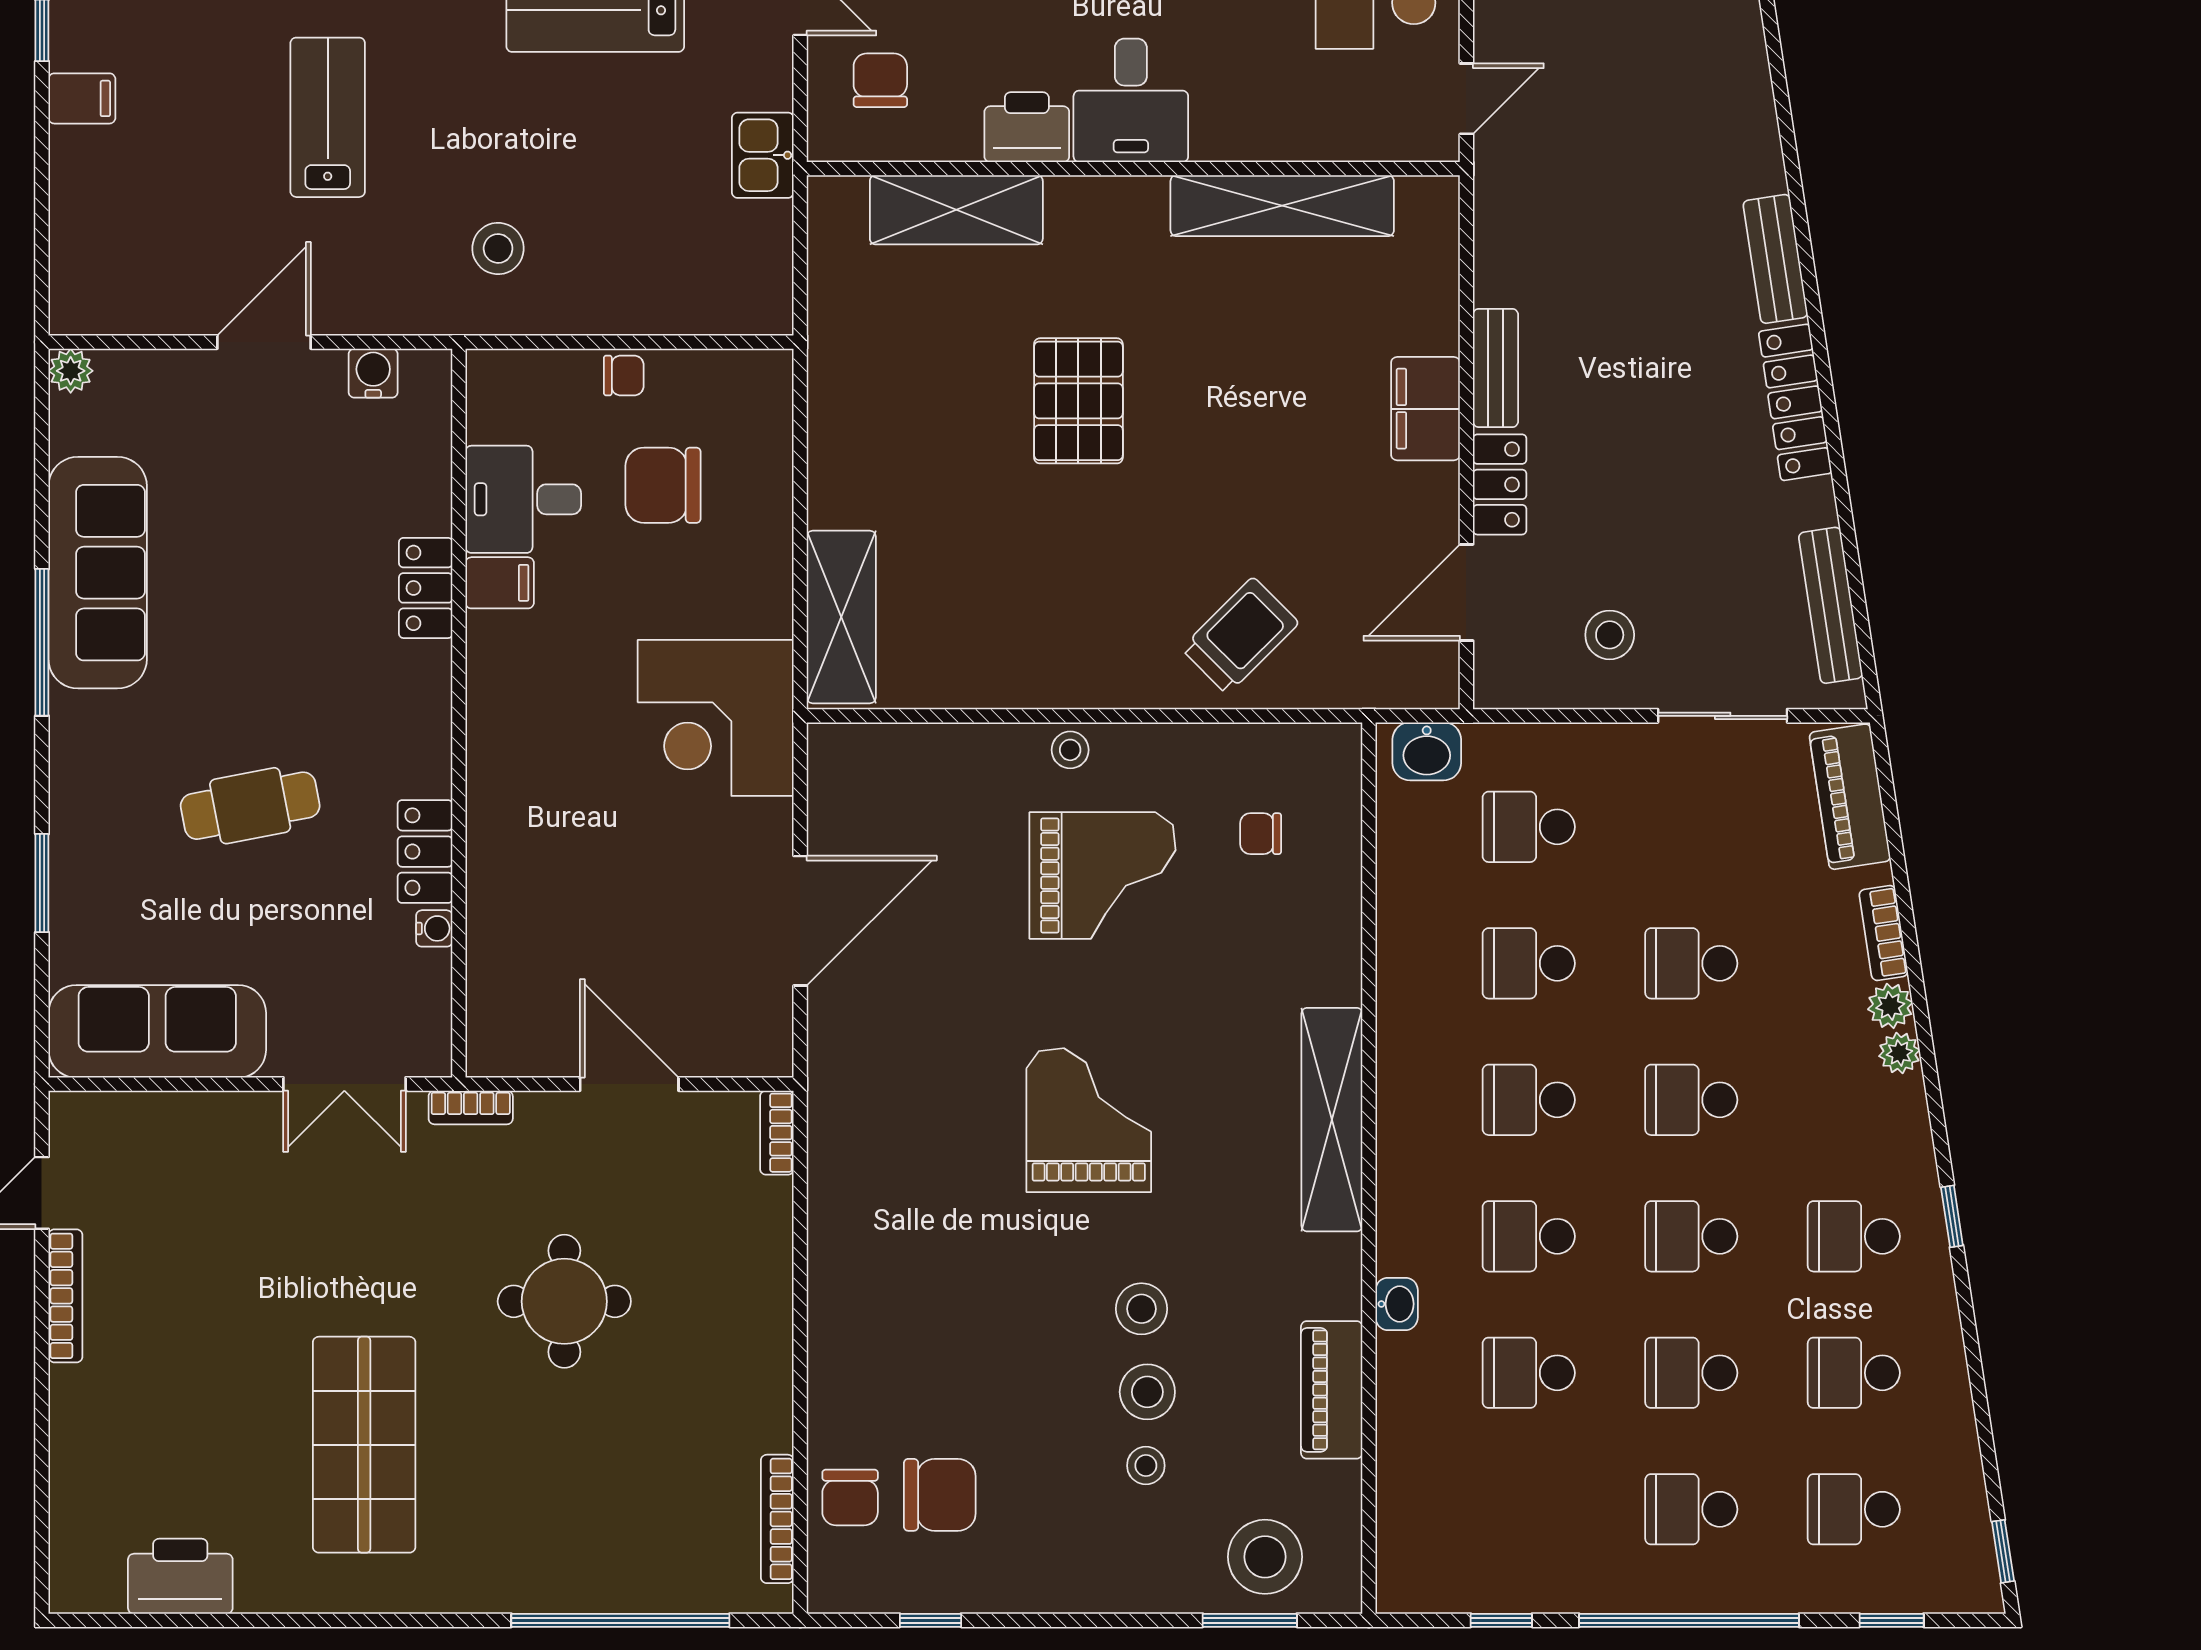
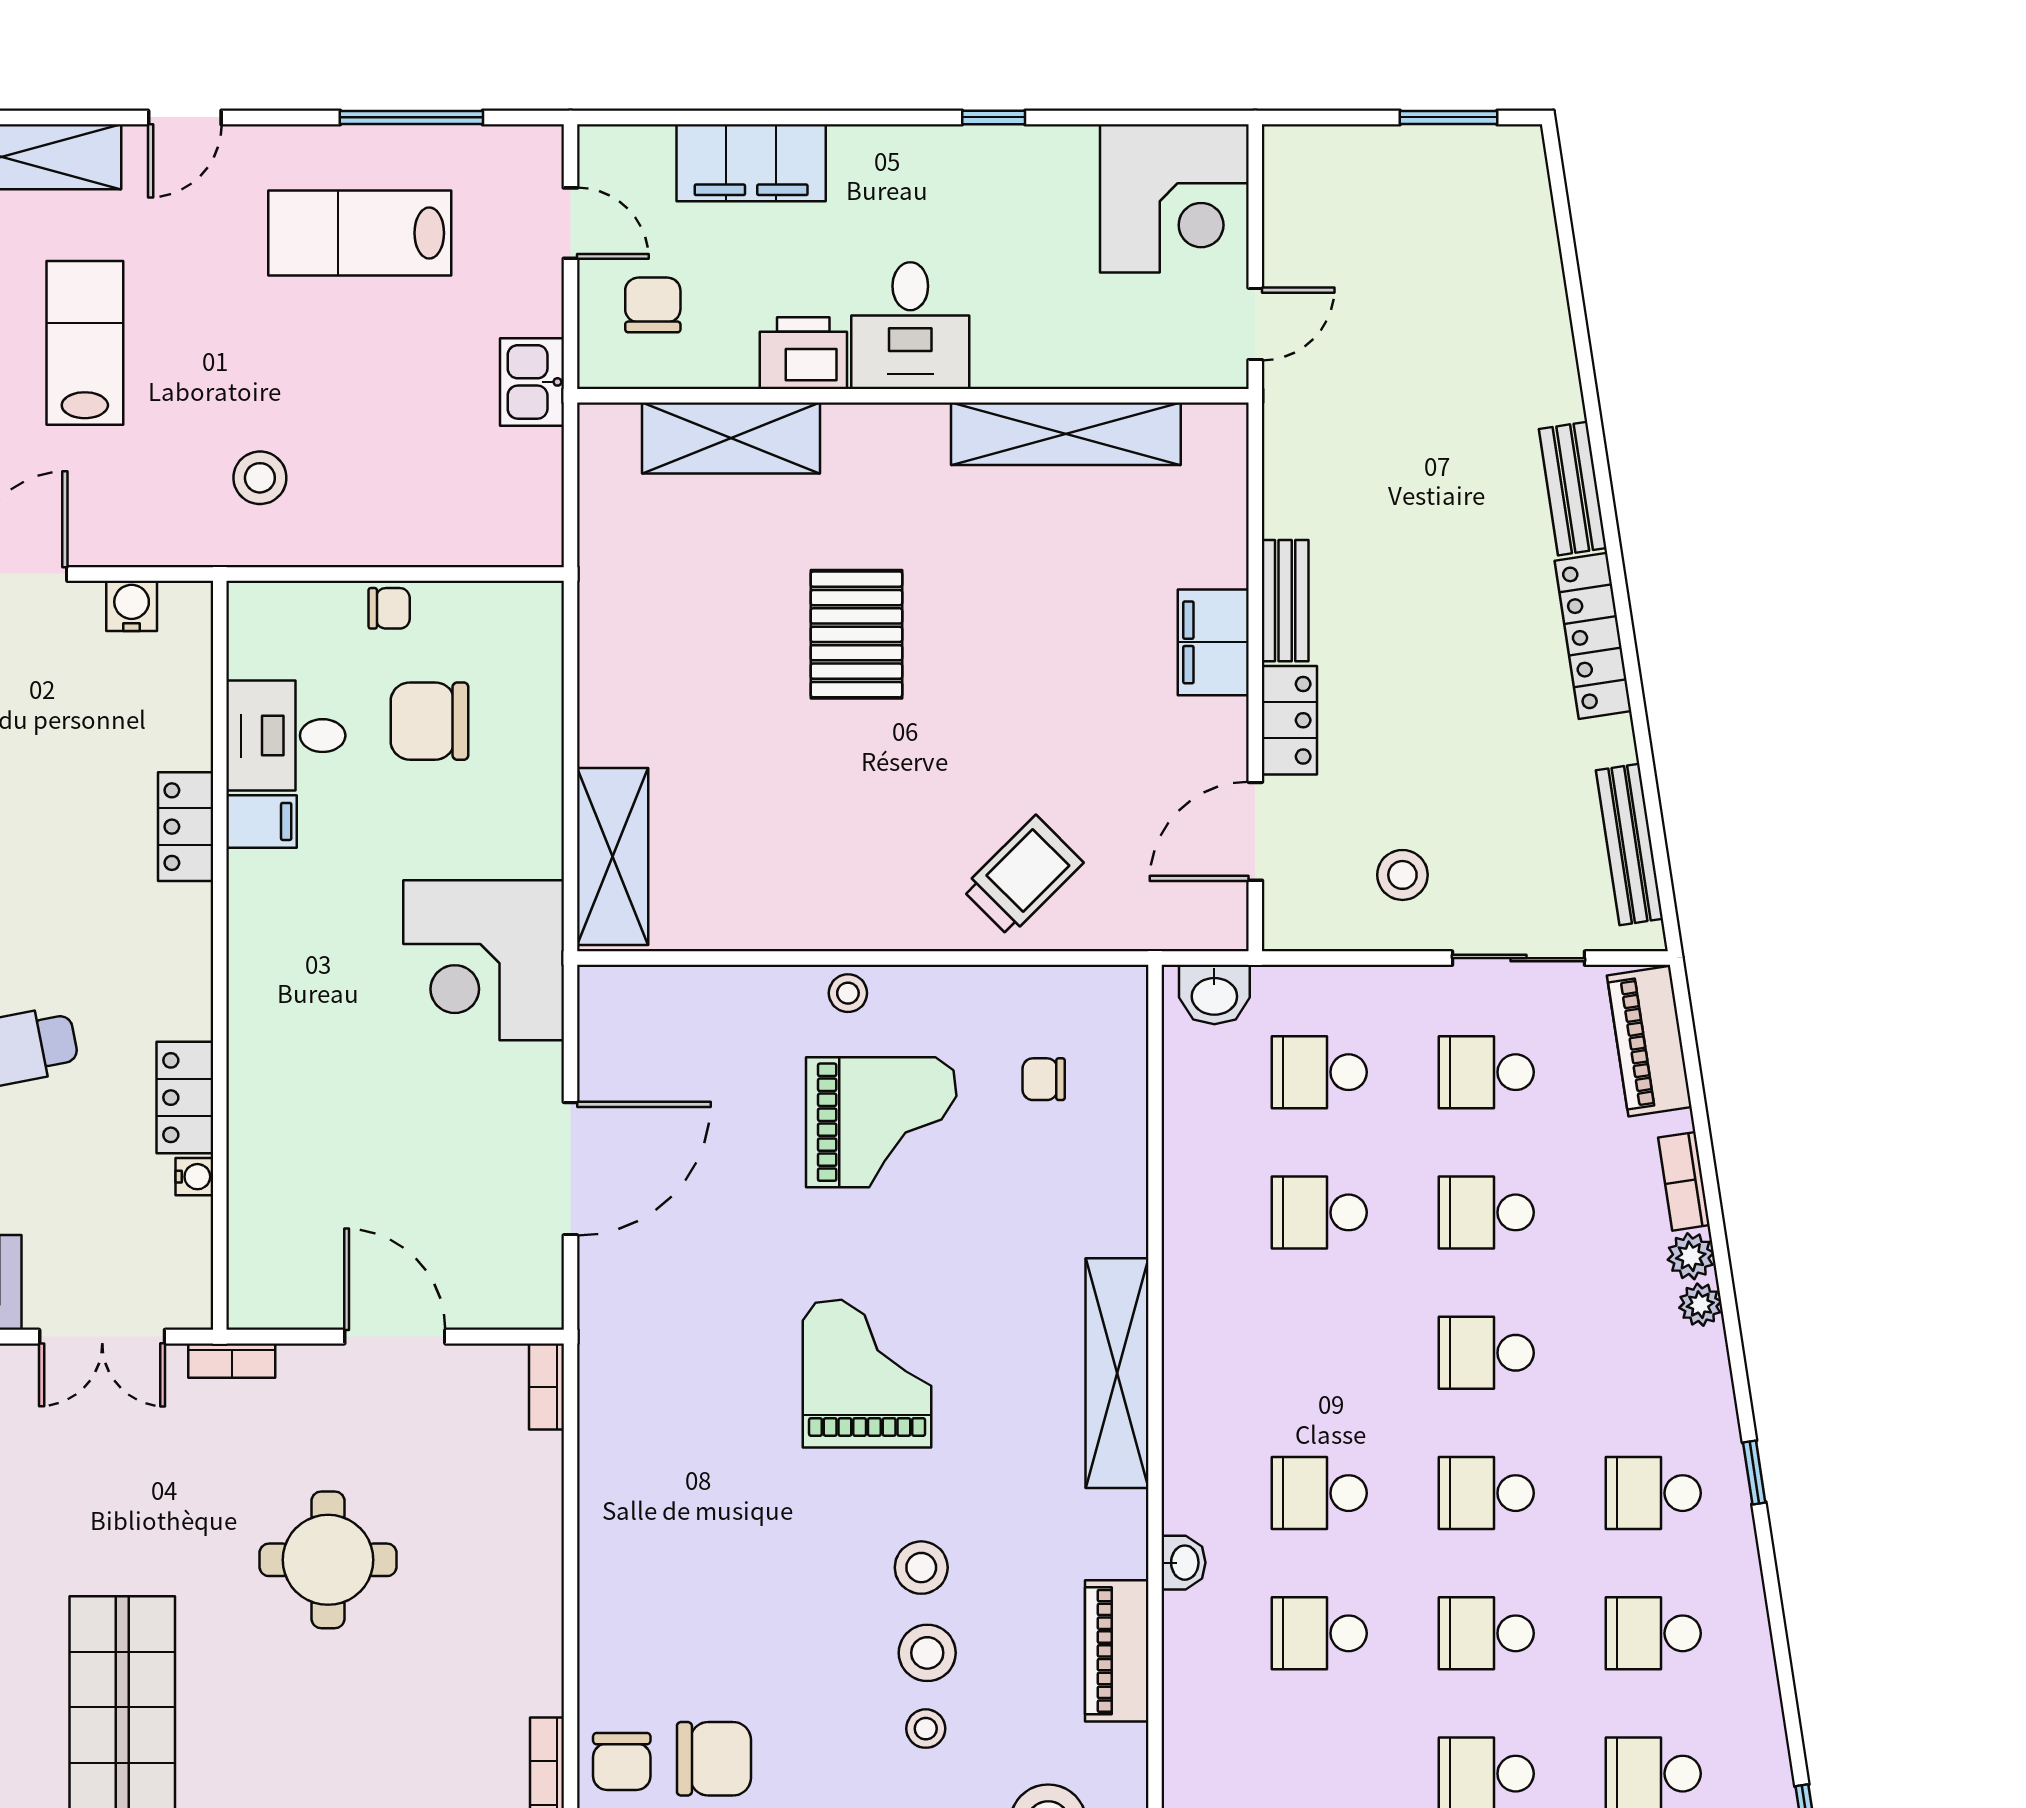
school desk: (1529, 1100) -> (1486, 1072), moved

